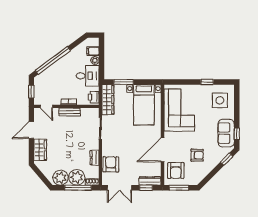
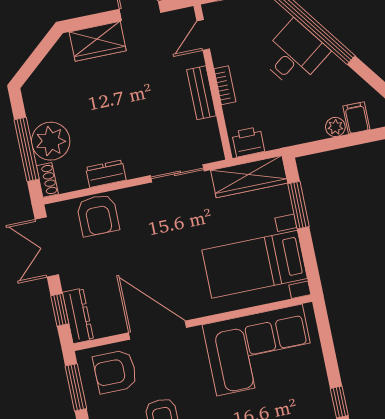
desk: (88, 76) -> (294, 54), moved, turned -127
armchair: (111, 164) -> (98, 215), turned 90
plant: (60, 178) -> (42, 103), removed

